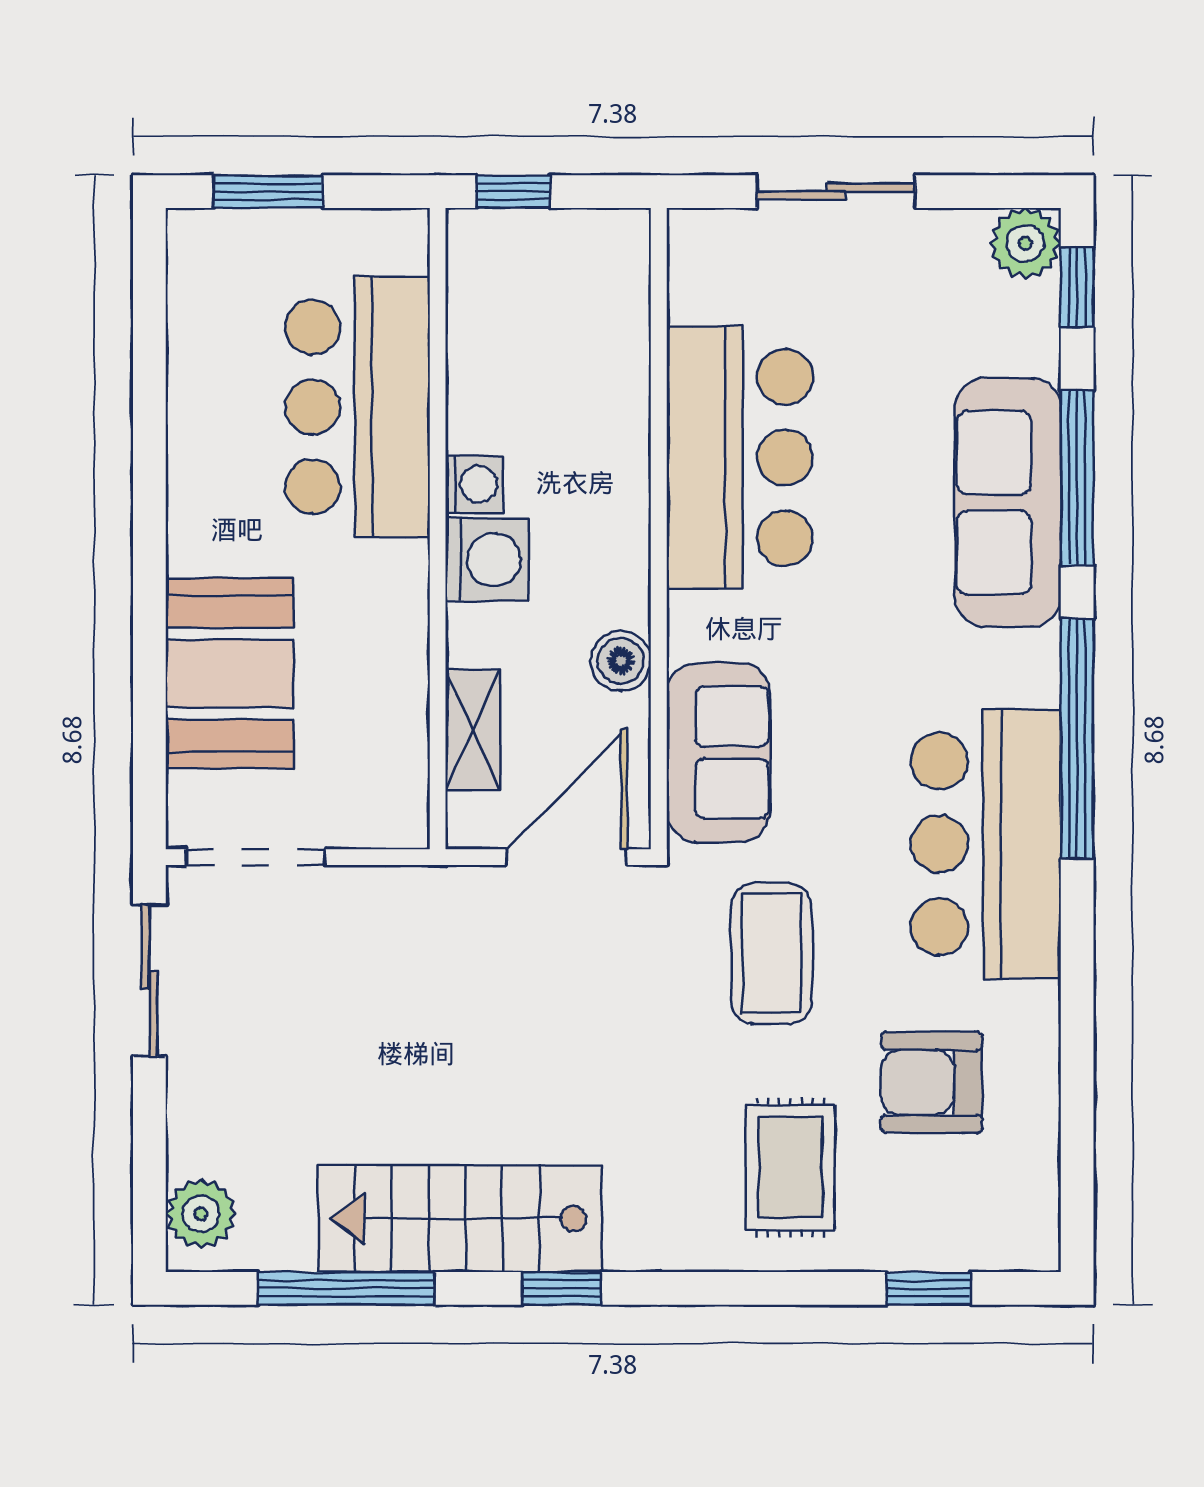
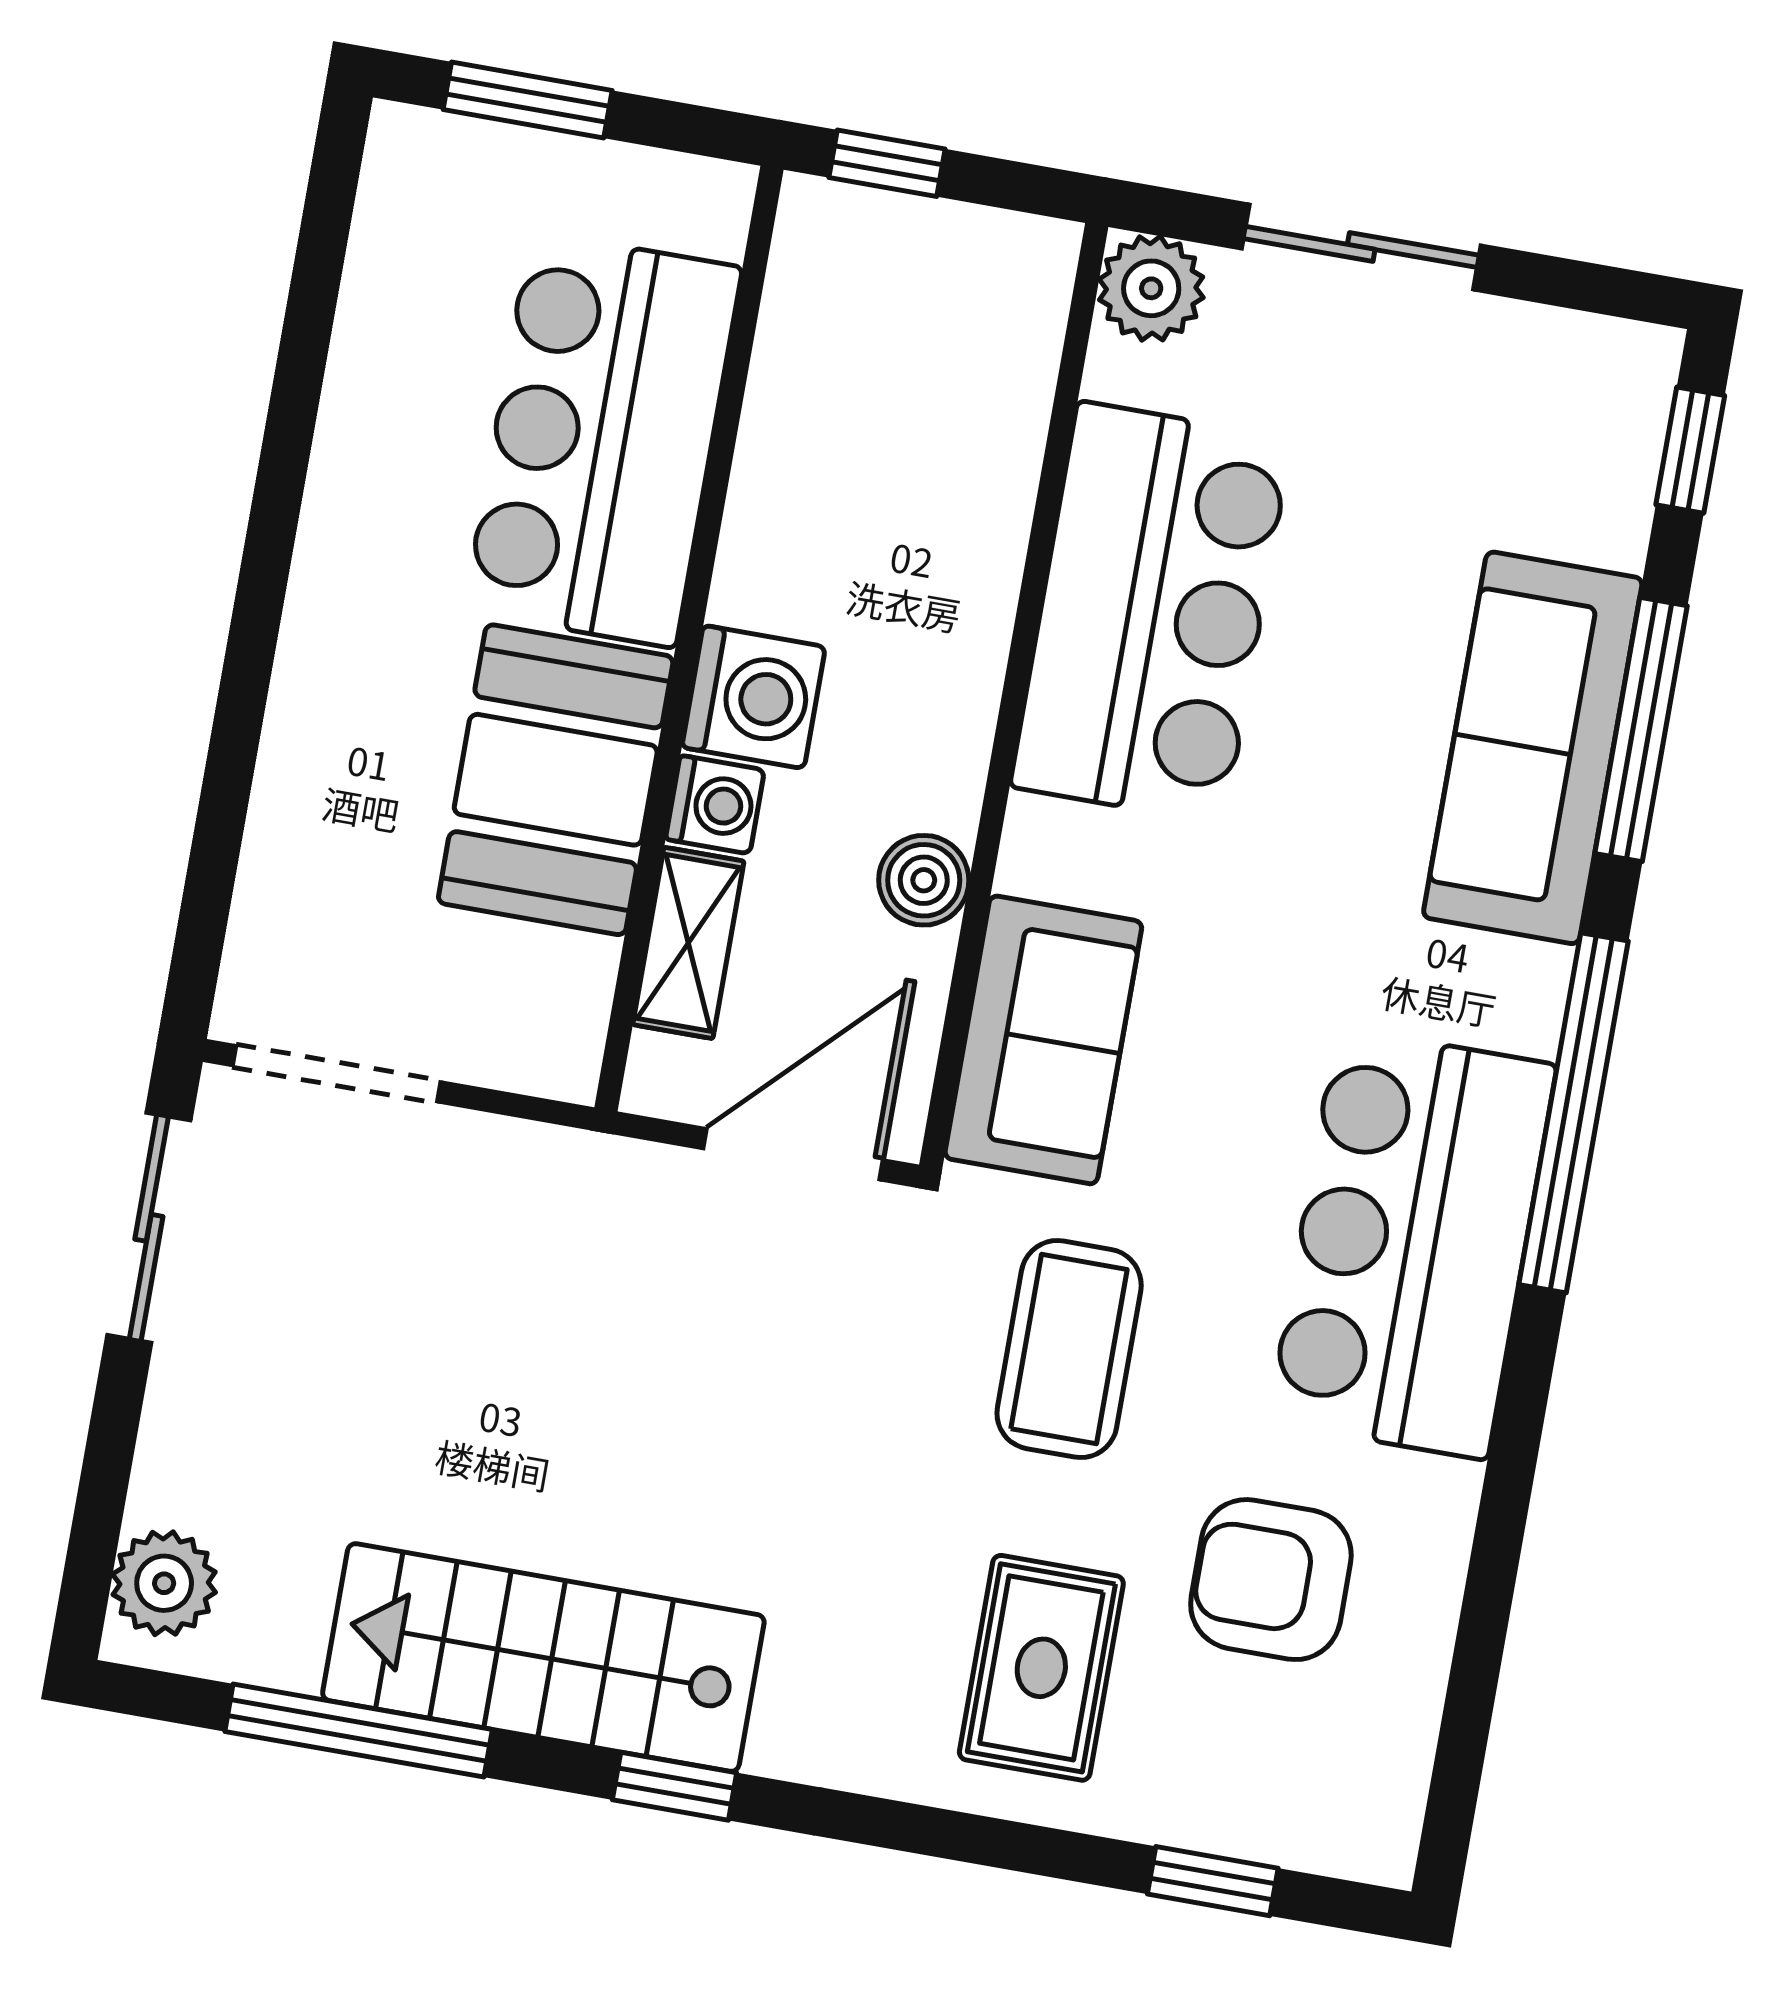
plant: (1025, 243) -> (1151, 288), moved
washing machine: (474, 484) -> (715, 805), moved
booth: (229, 673) -> (556, 780), moved

